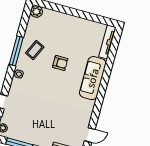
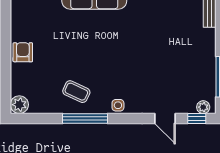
armchair: (60, 63) -> (23, 52), moved

